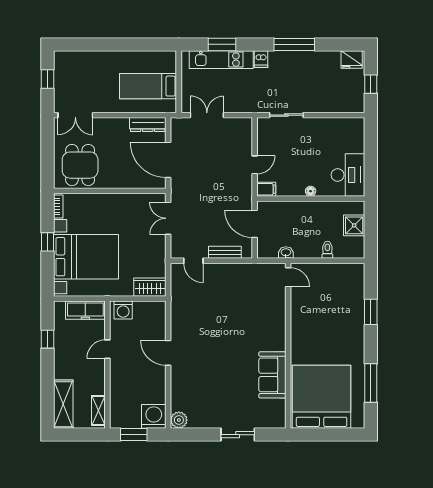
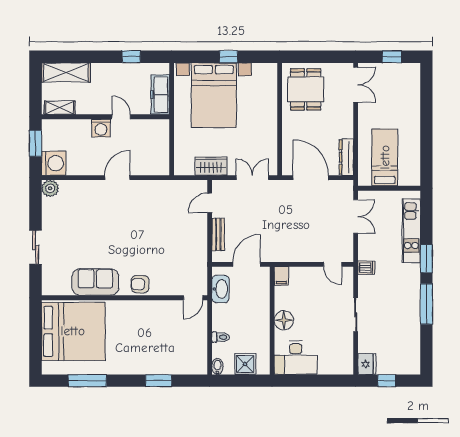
window: (222, 44) -> (426, 259), moved
dishwasher: (261, 59) -> (366, 268), moved, turned 180
fridge: (352, 60) -> (367, 364), moved, turned 180
double door: (75, 115) -> (356, 85), swing flipped
sliding door: (286, 115) -> (356, 315), moved
door: (168, 160) -> (311, 178), hinge flipped
dining table: (80, 165) -> (306, 89), turned 90
door: (255, 165) -> (333, 264), moved
floor lamp: (311, 191) -> (284, 320), width x1.89, depth x1.89
bookcase: (58, 206) -> (264, 67), removed
washbasin: (286, 253) -> (220, 289), width x1.91, depth x1.45
bidet: (357, 253) -> (217, 366), added
wardrobe: (150, 287) -> (211, 166), moved, turned -90
washing machine: (123, 310) -> (101, 128), moved, turned -90
armchair: (275, 330) -> (140, 284), added

